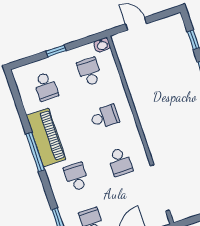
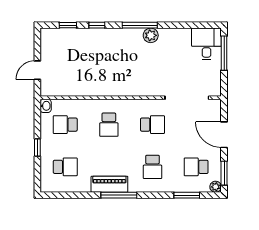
school desk: (105, 117) -> (109, 125), turned 180
piano: (46, 137) -> (109, 184), width x0.73, depth x0.75
school desk: (76, 177) -> (152, 167), turned -90

